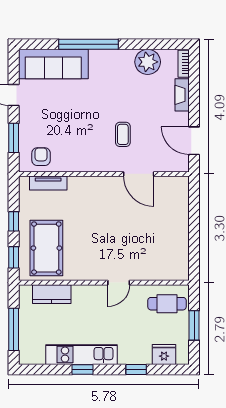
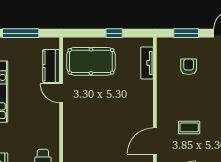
armchair: (41, 157) -> (189, 67), moved, turned -90
window: (14, 257) -> (83, 33), removed
door: (119, 283) -> (61, 93), moved

